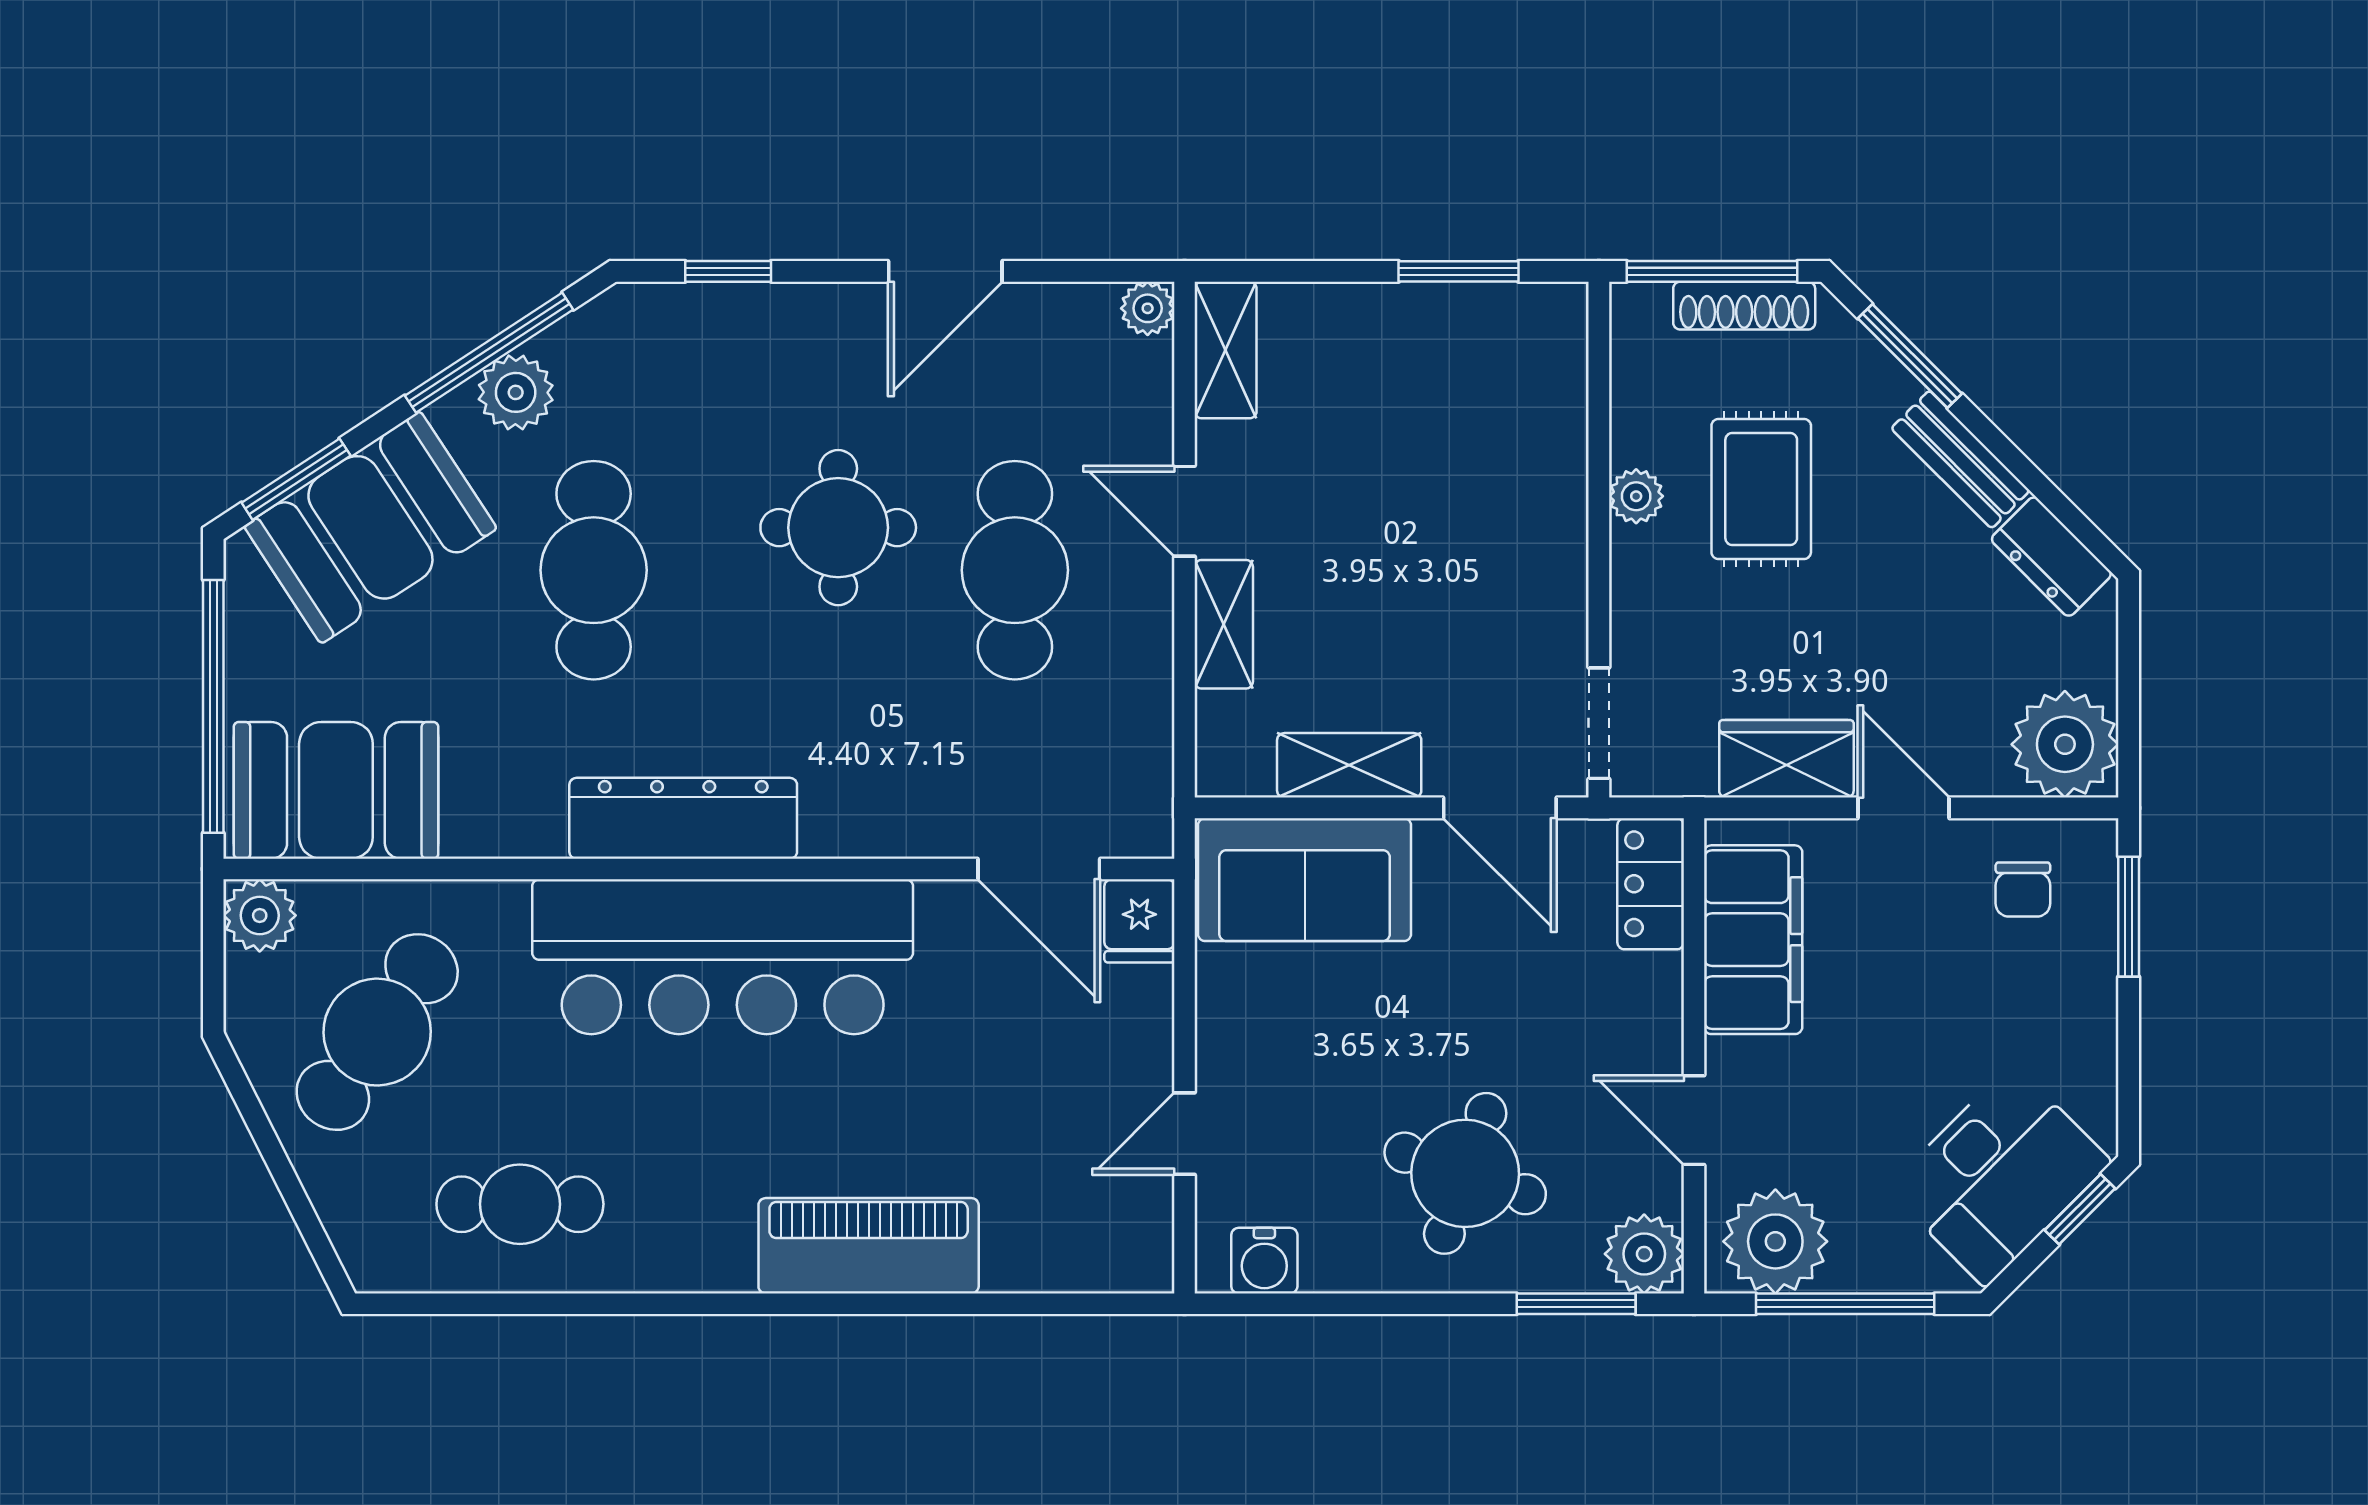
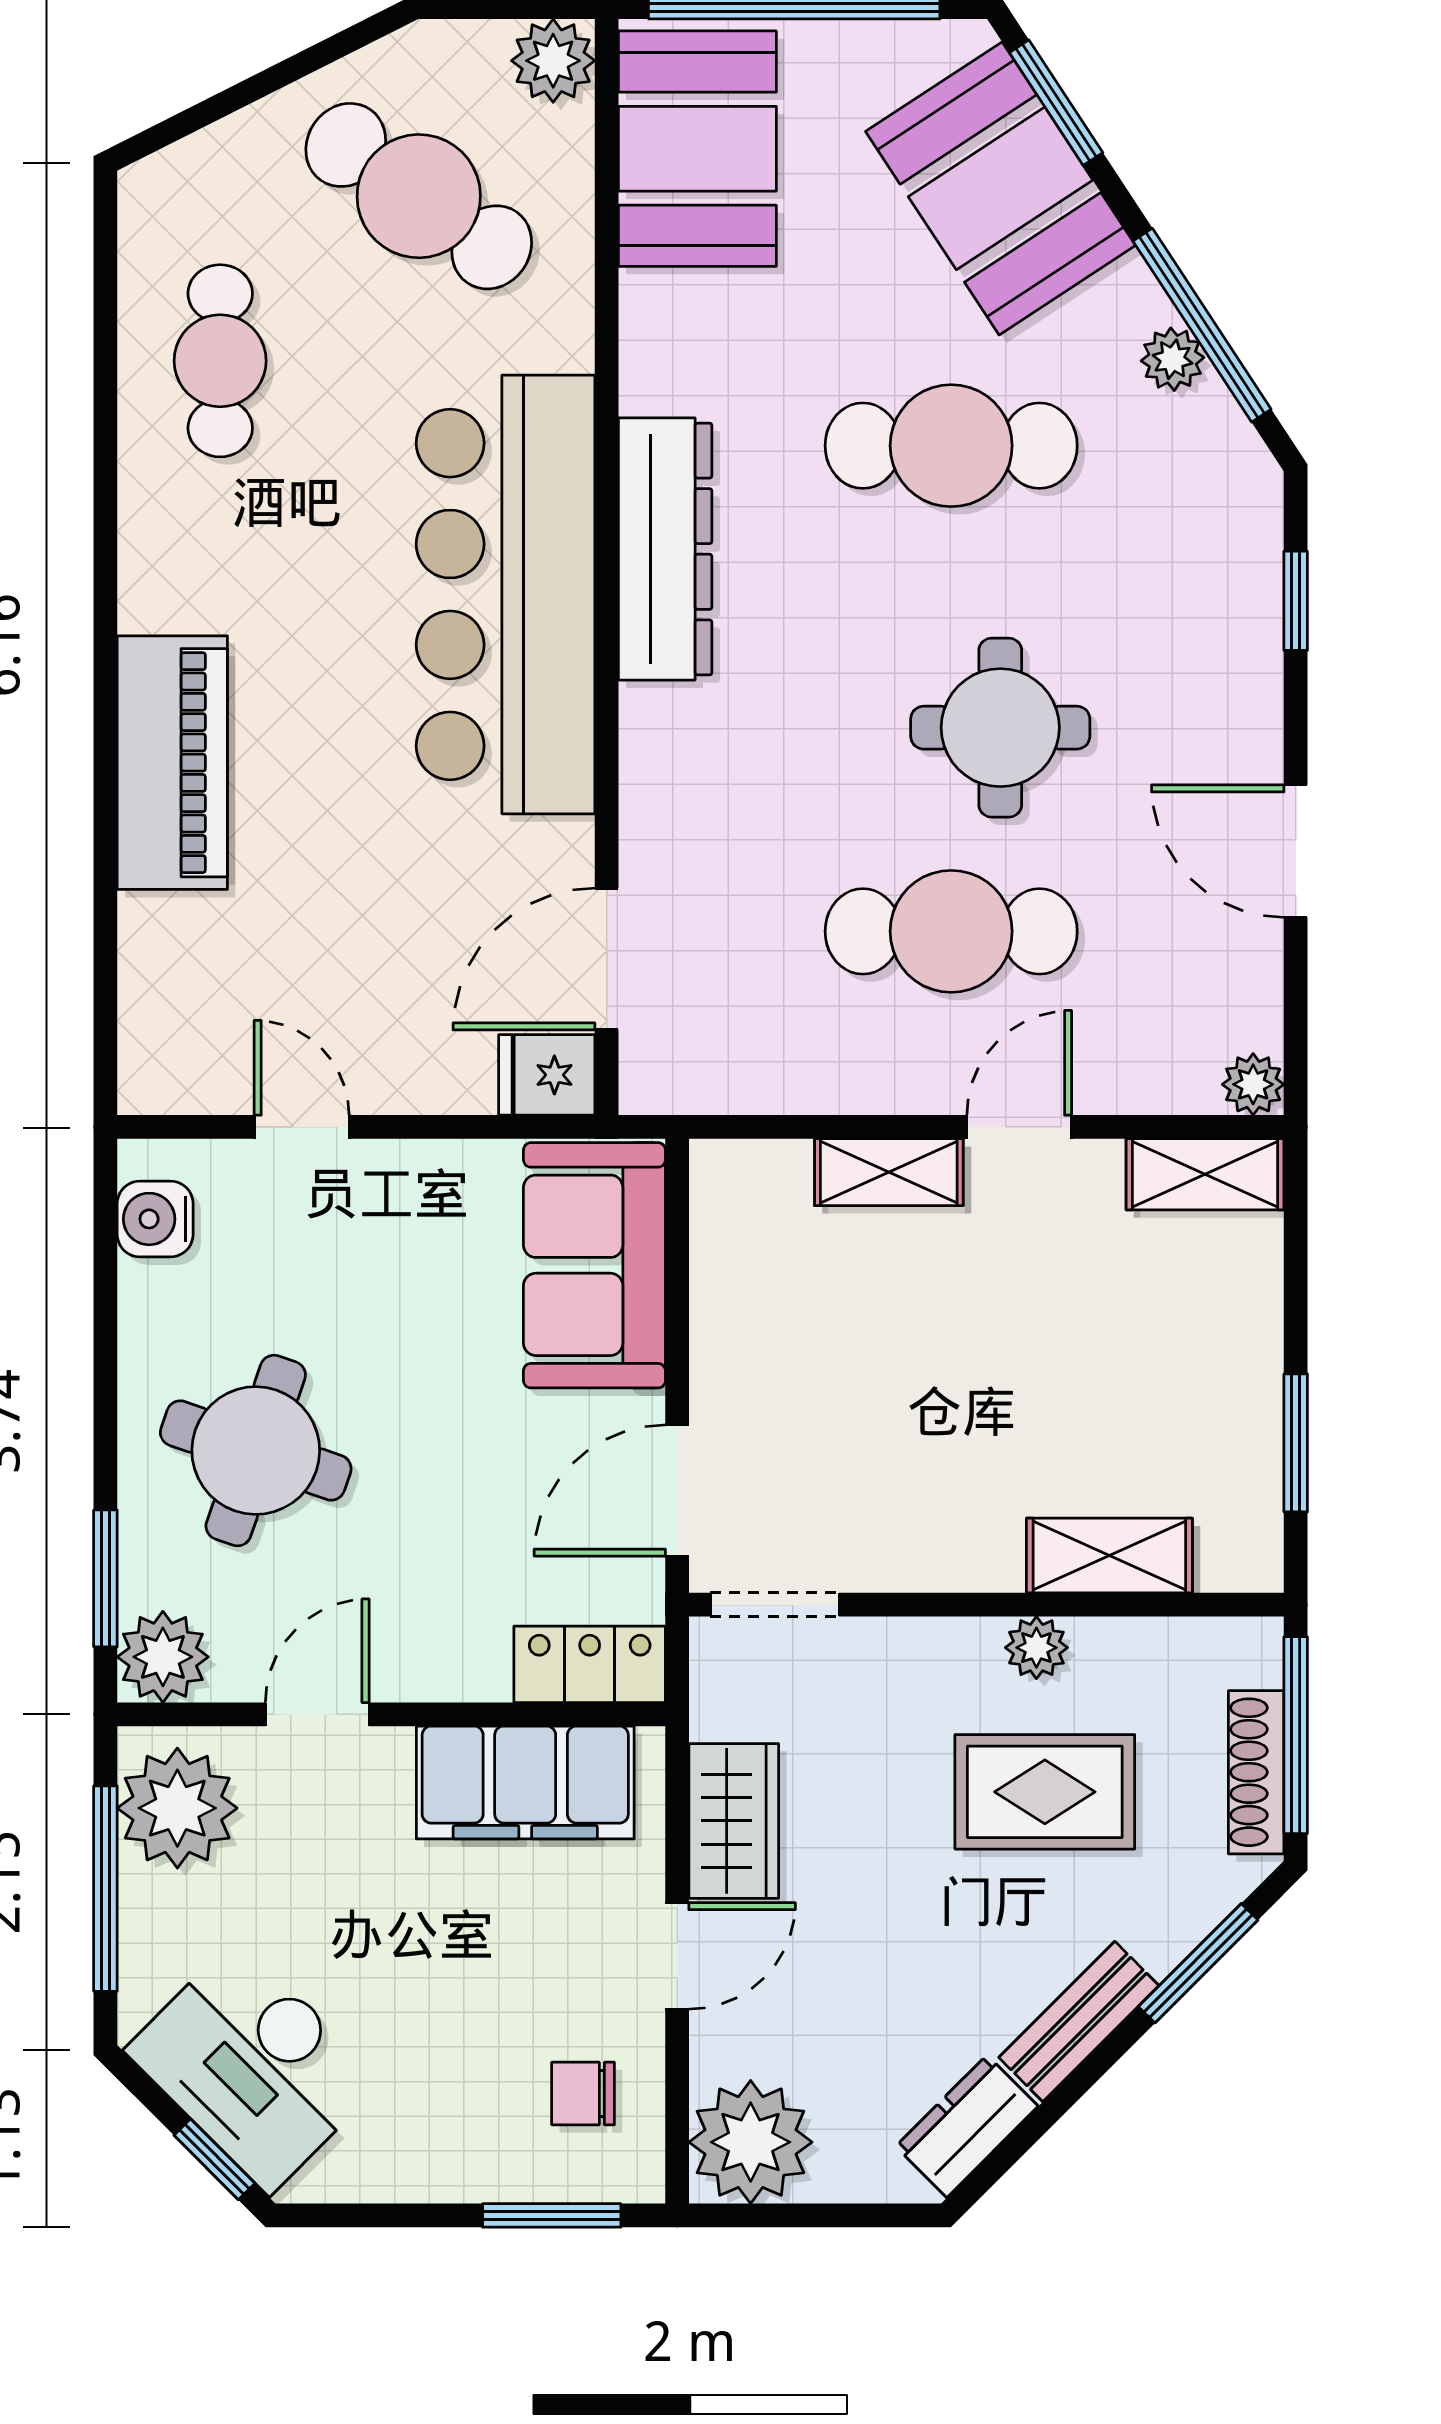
plant: (516, 392) -> (1173, 359), width x0.73, depth x0.73
shelving: (1349, 765) -> (1109, 1556), moved, turned 90

